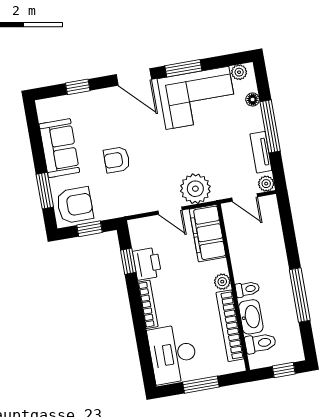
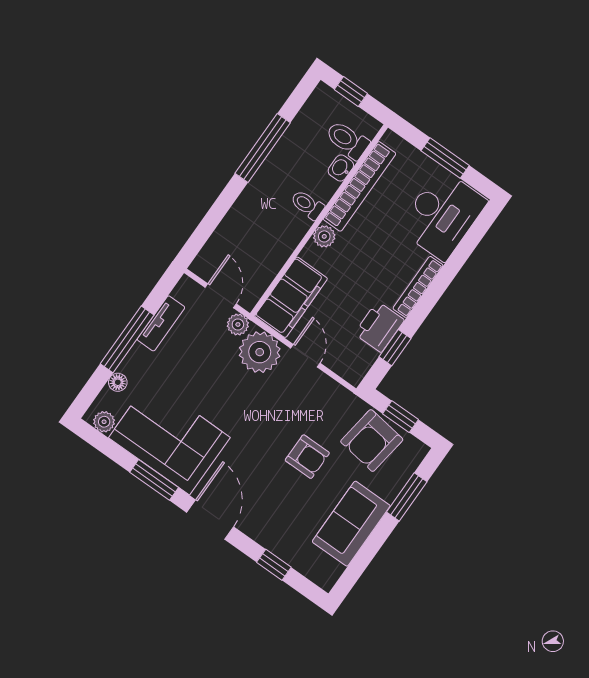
plant: (266, 184) -> (238, 324), moved
armchair: (75, 205) -> (372, 441), moved, turned -82
washbasin: (251, 317) -> (341, 168), width x0.52, depth x0.69

